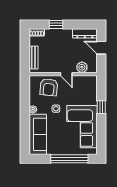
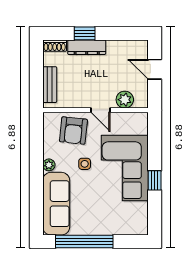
dresser: (85, 33) -> (87, 47), moved
window: (101, 107) -> (155, 180), moved
corner sofa: (82, 127) -> (125, 168), moved
window: (69, 159) -> (84, 242), moved

